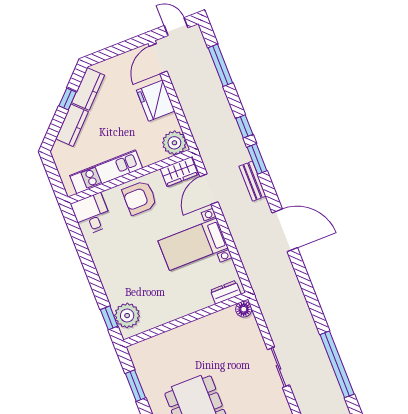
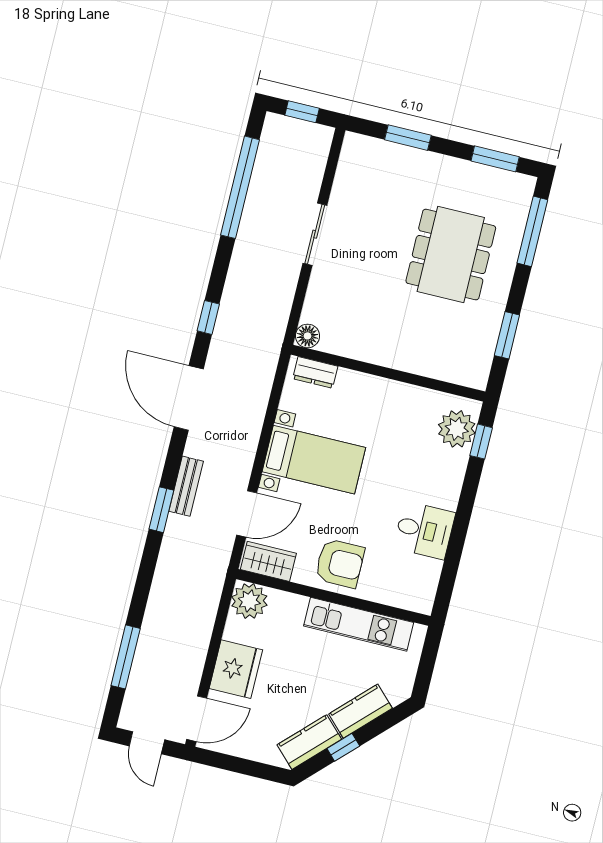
window: (244, 126) -> (208, 317), moved
desk: (92, 214) -> (424, 530), moved, turned -90

